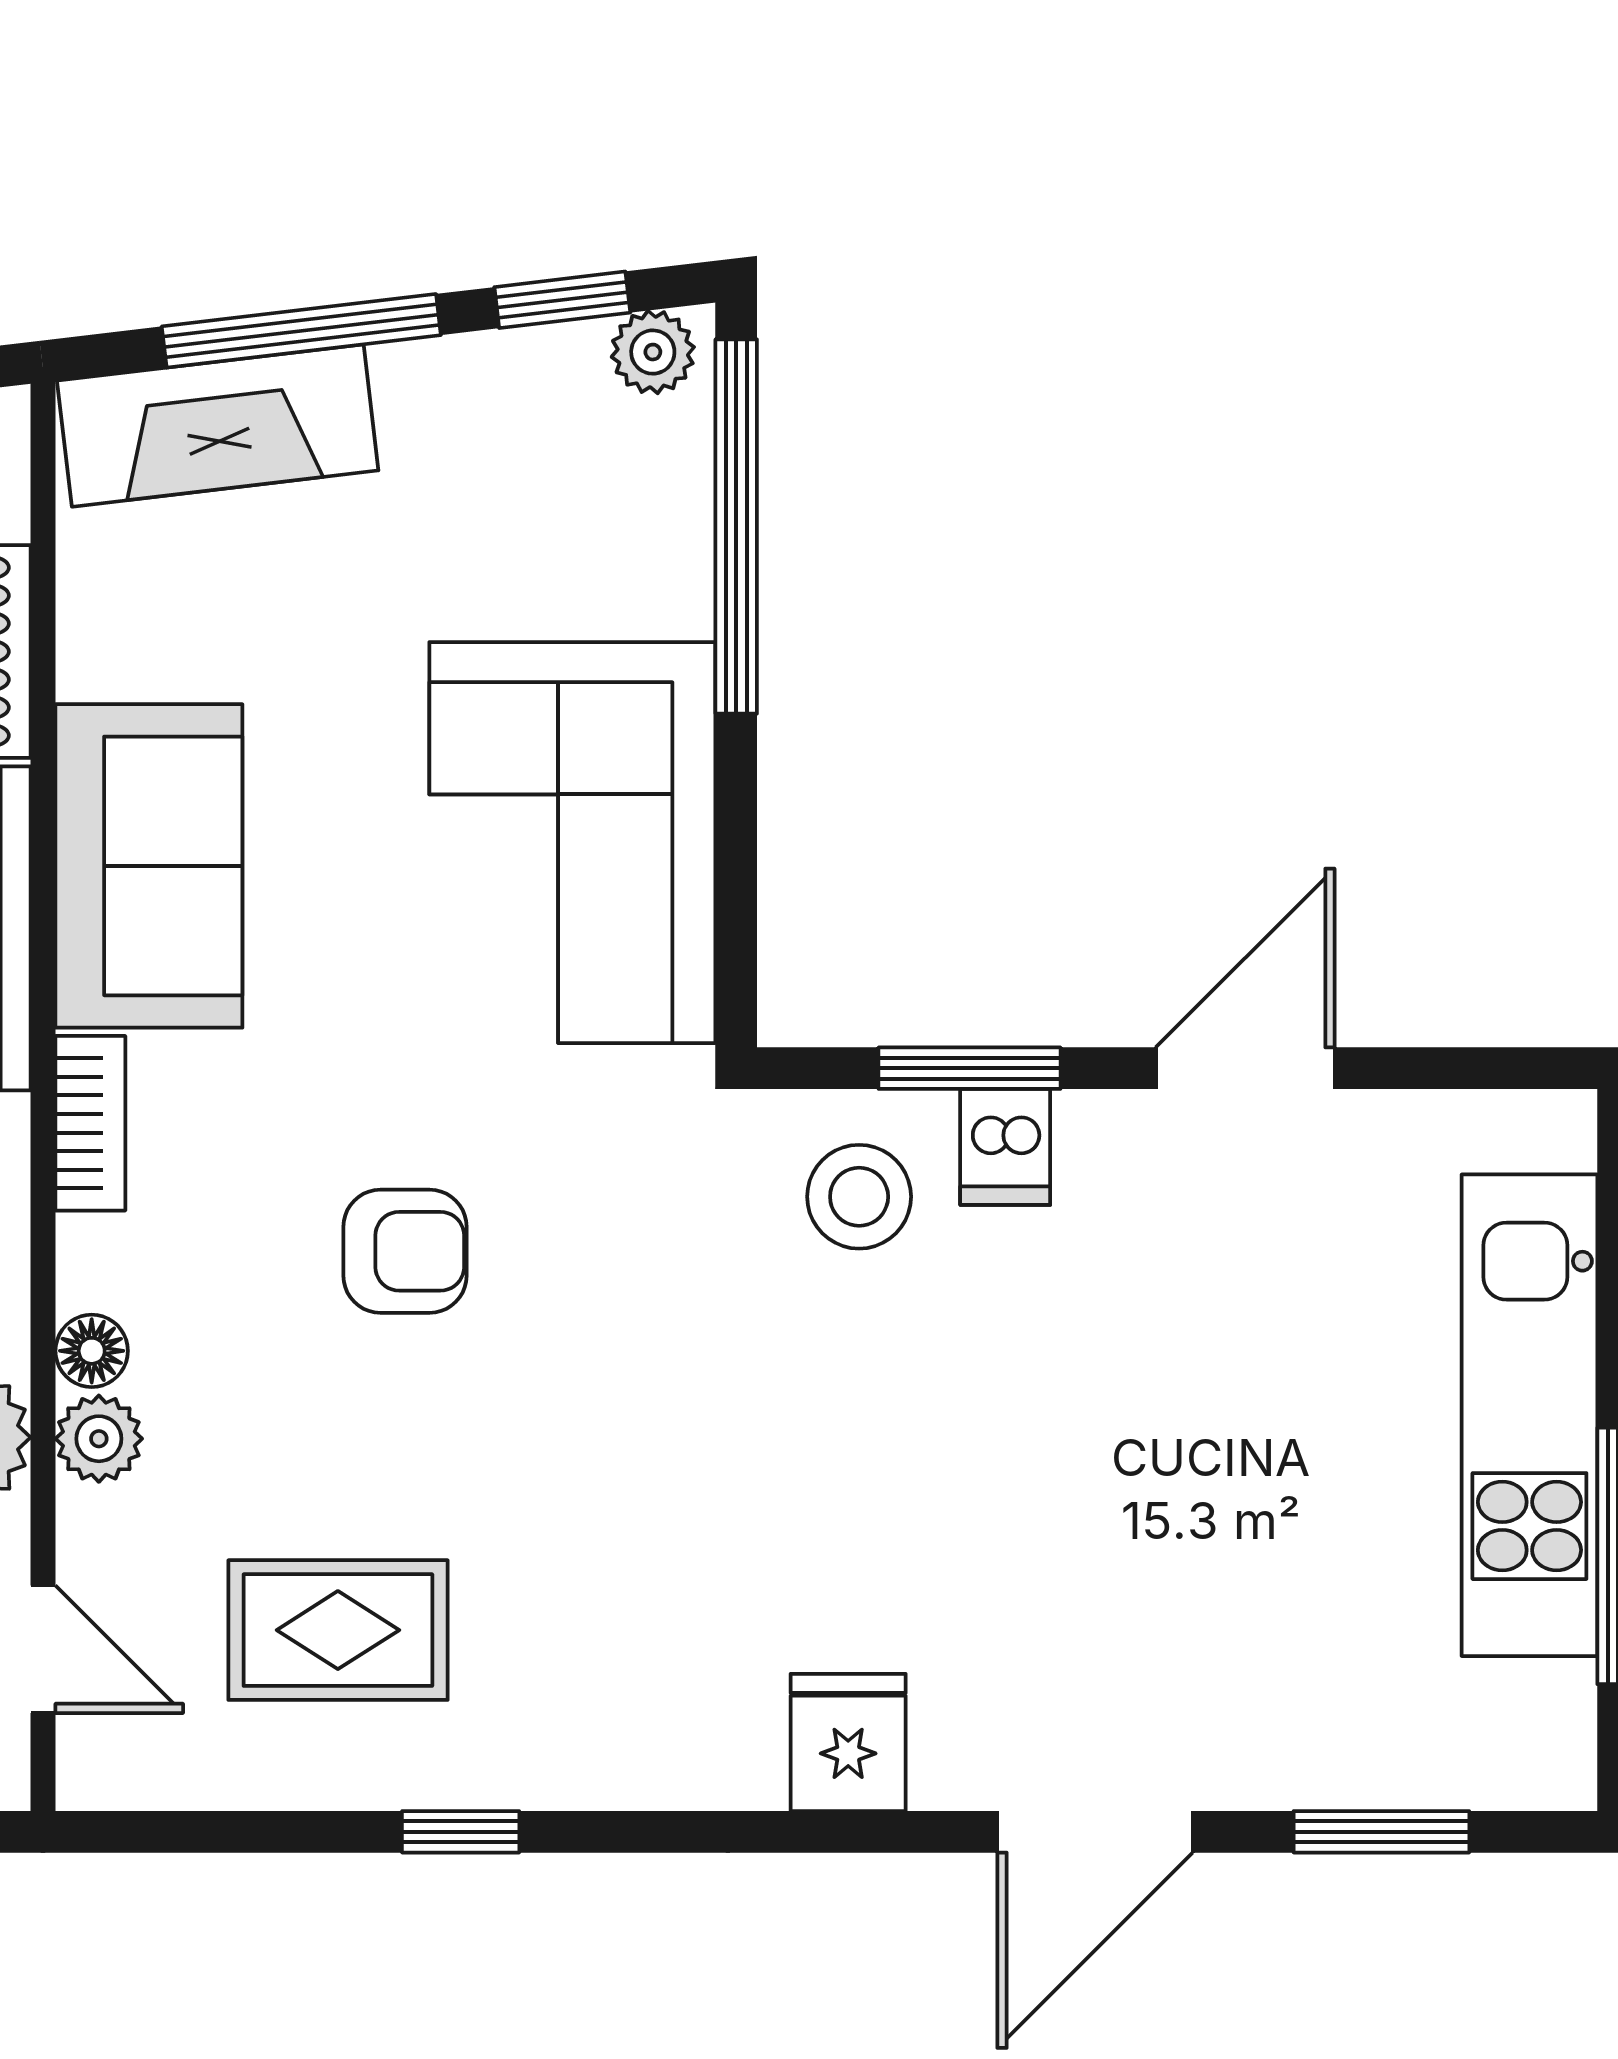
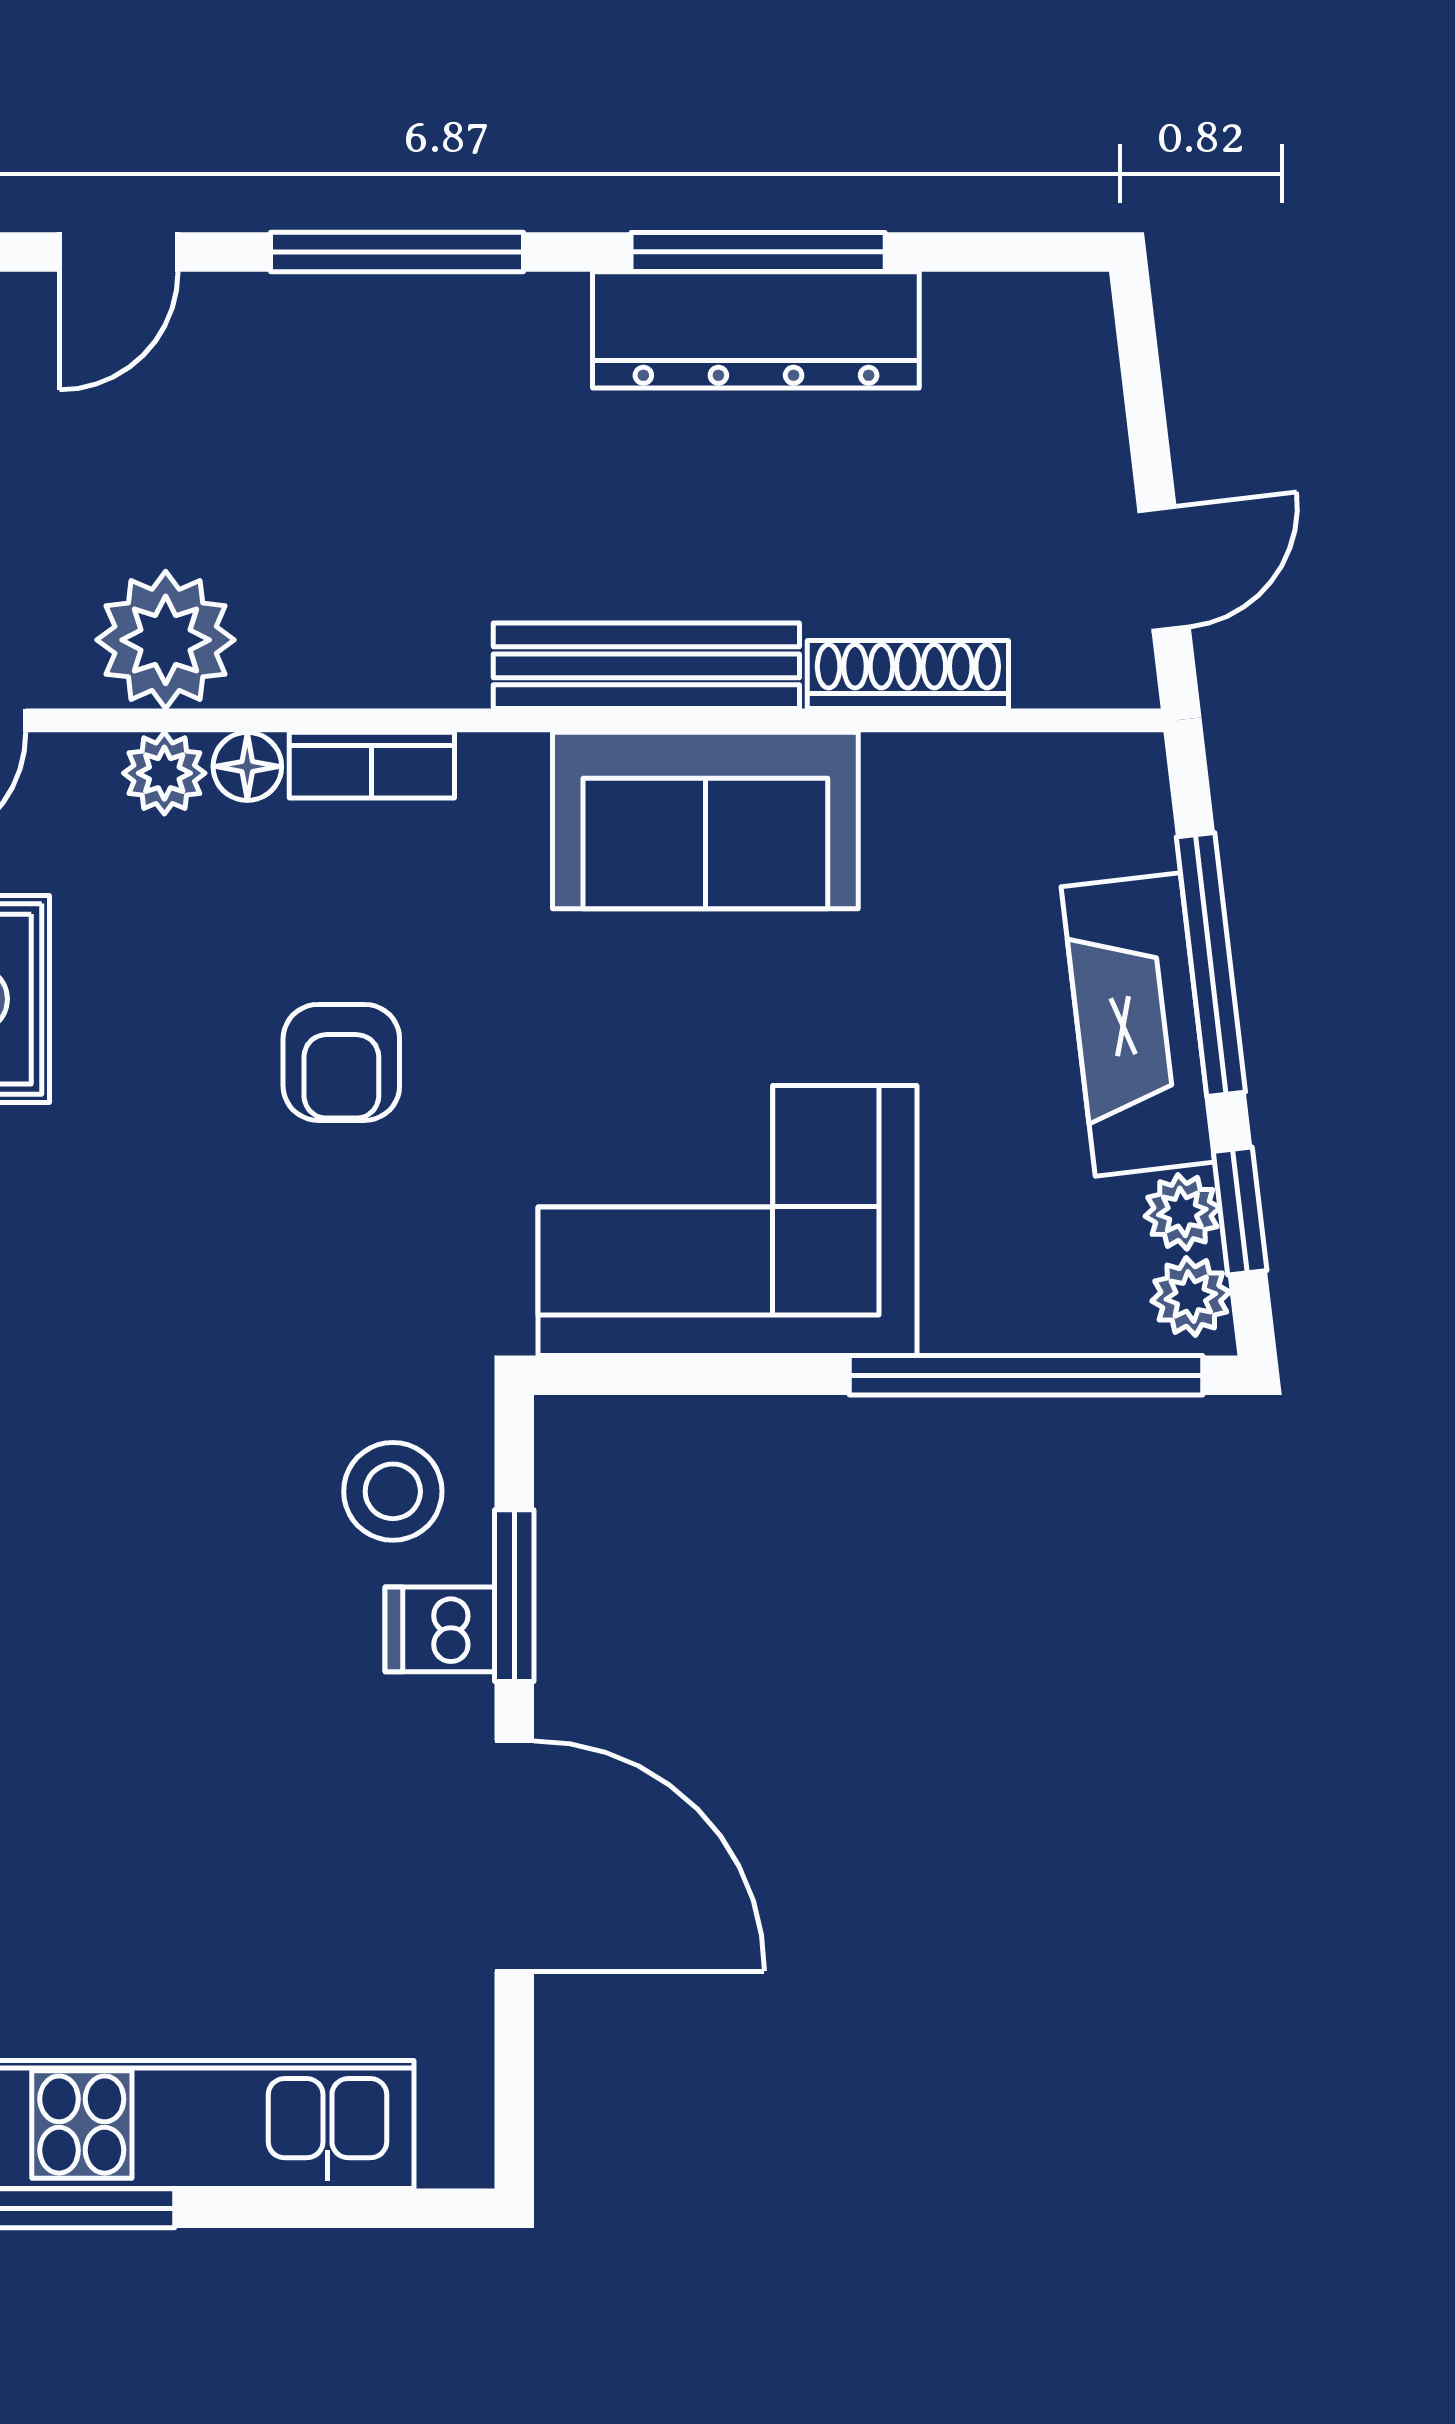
plant: (563, 361) -> (1182, 1212), added
fireplace: (218, 426) -> (1138, 1024), moved
door: (1245, 1068) -> (514, 1856), width x1.36
bookcase: (90, 1123) -> (372, 765), moved

